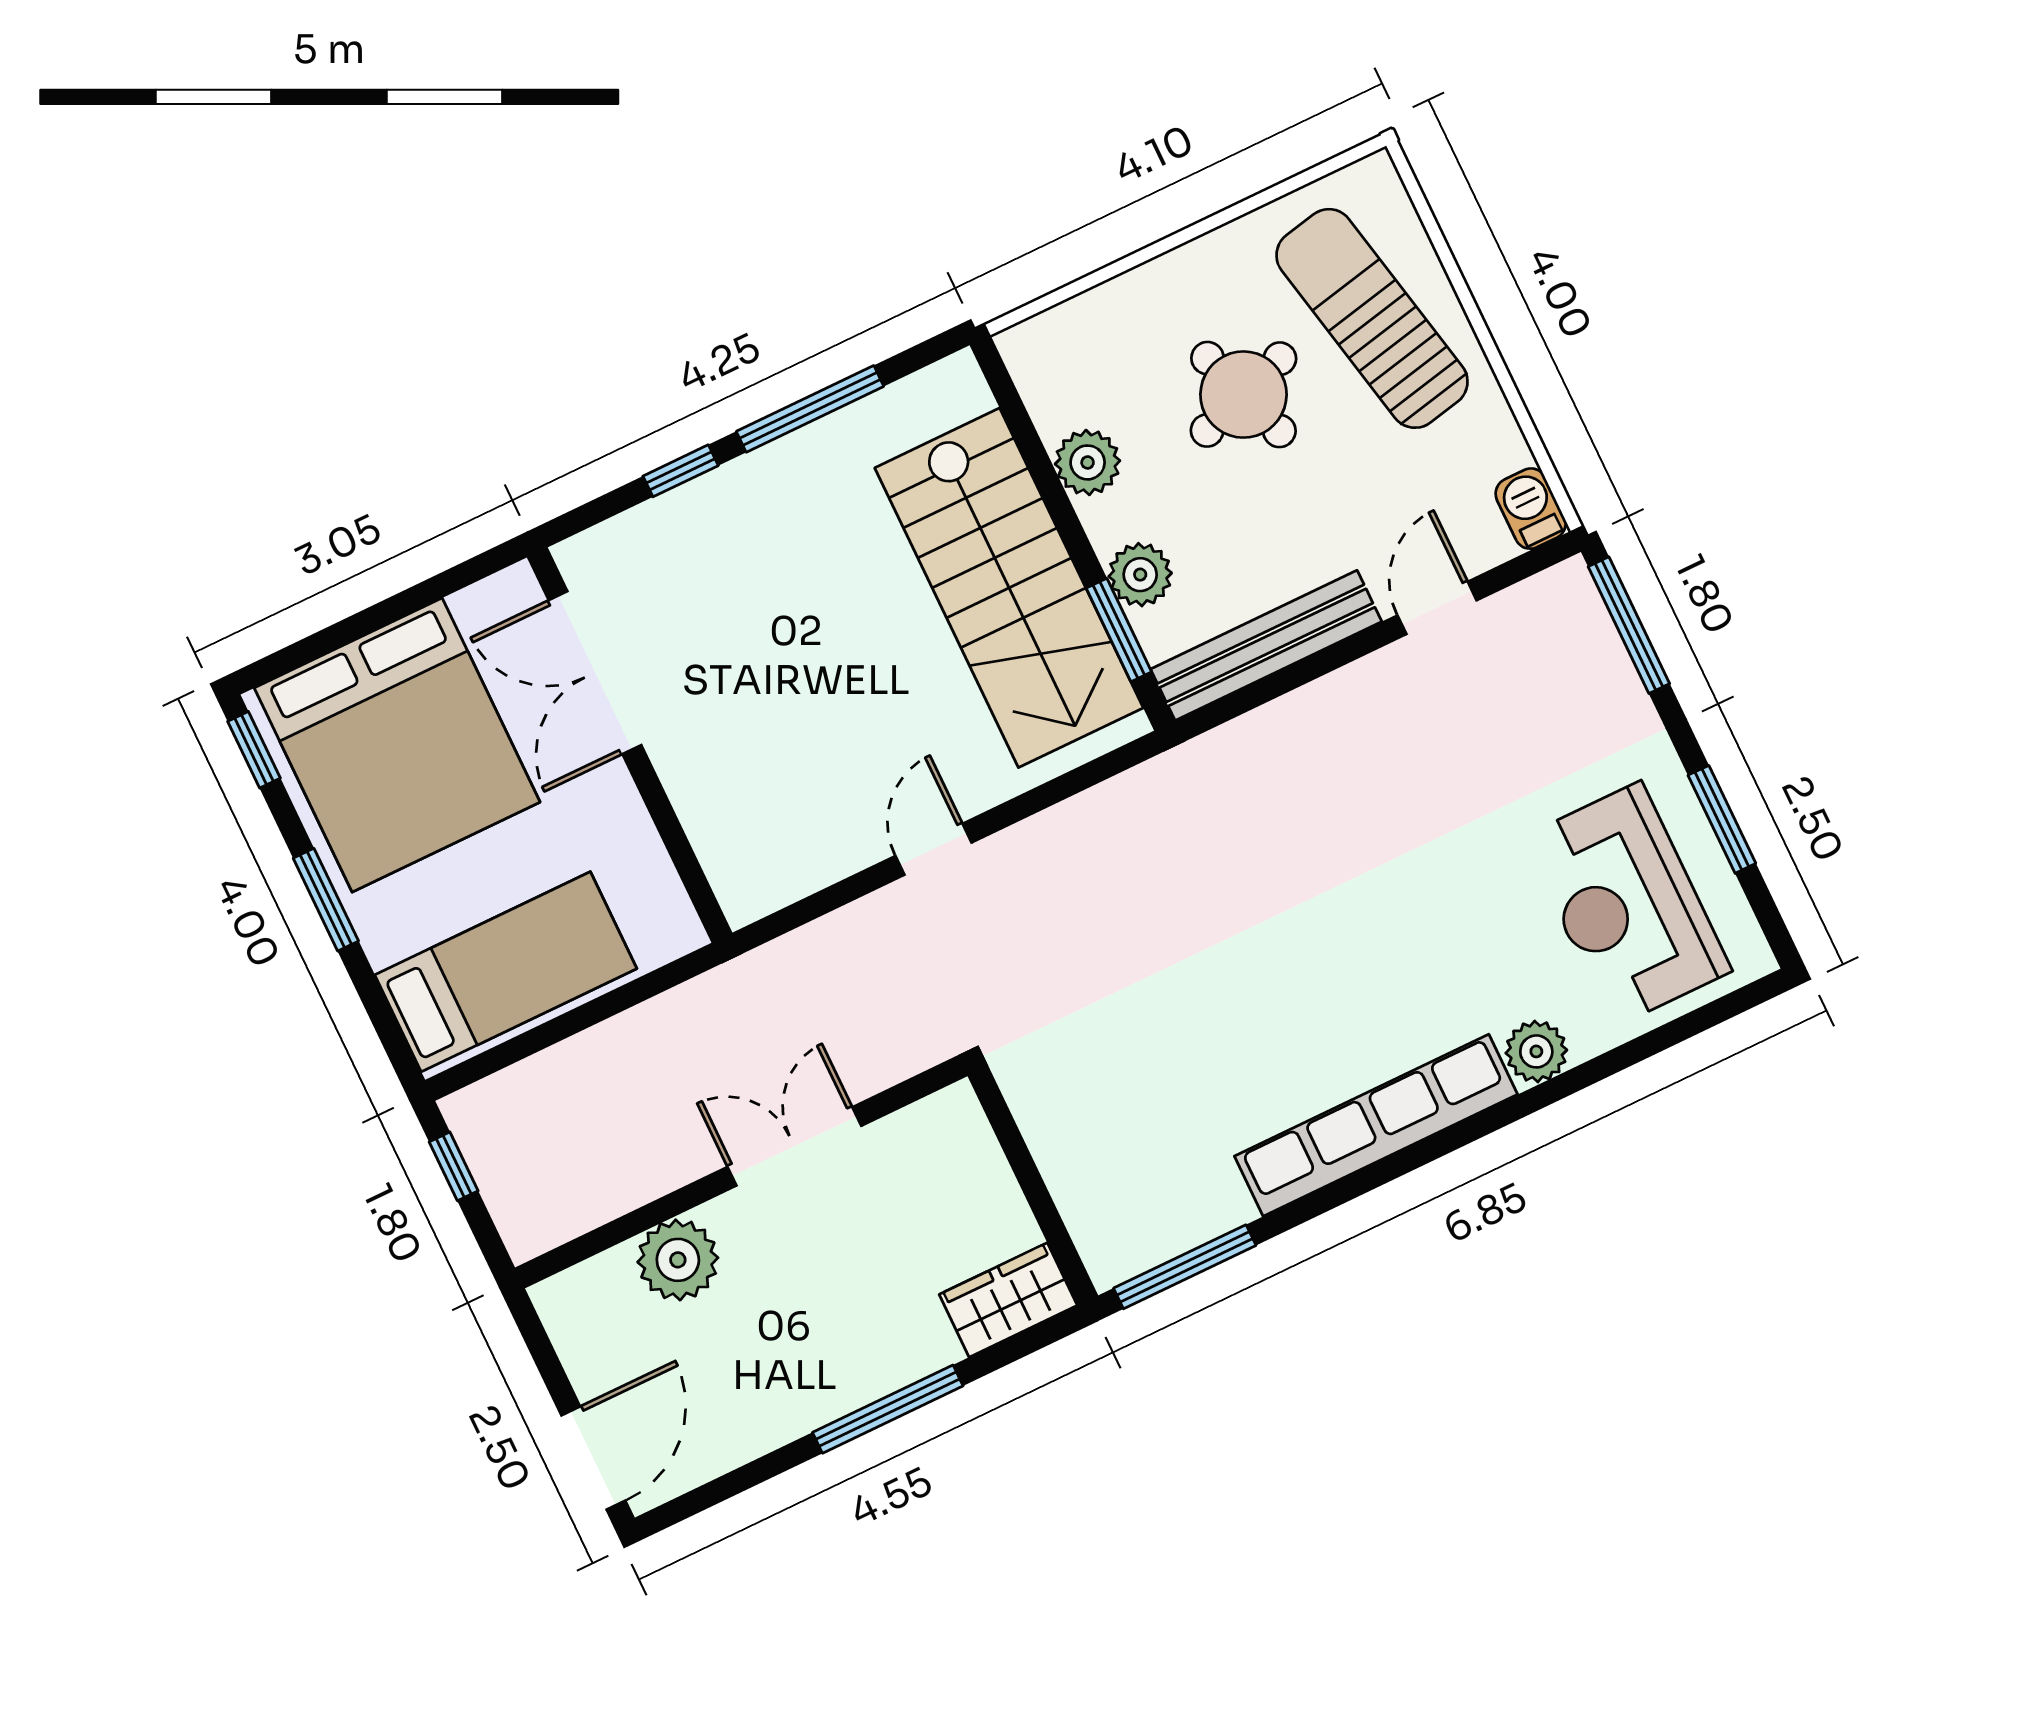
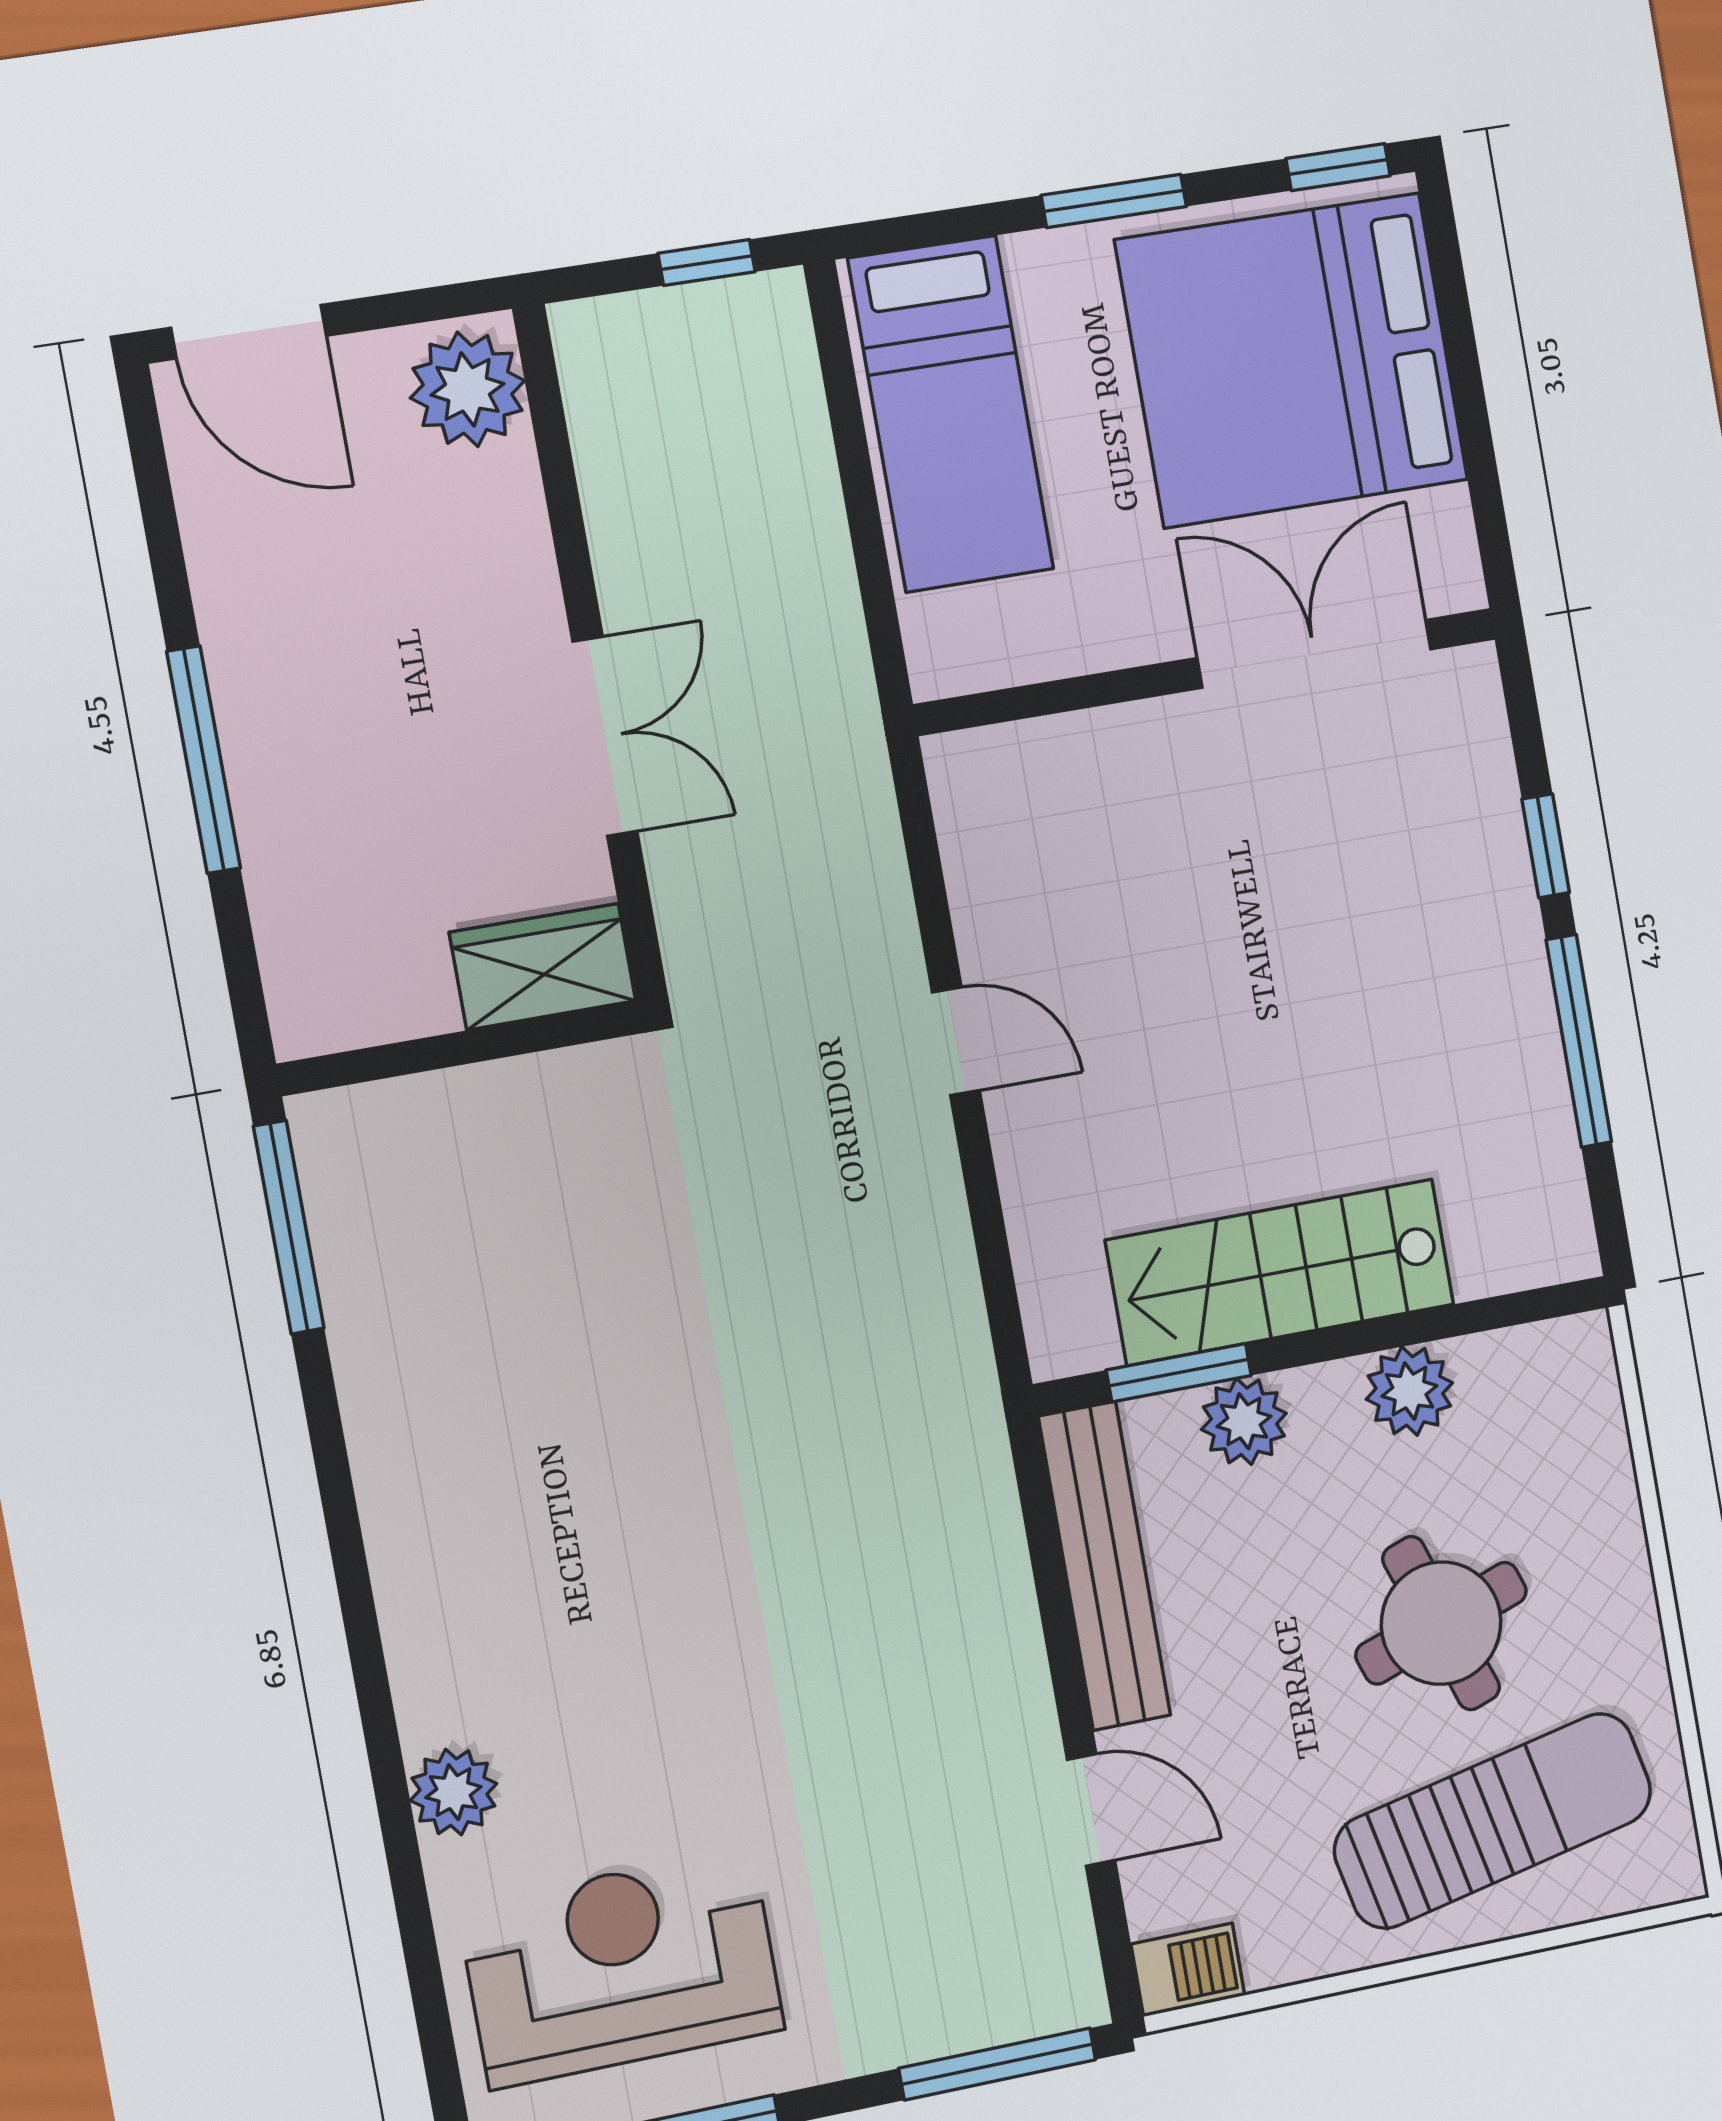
stairs: (1009, 588) -> (1280, 1272), width x0.73, depth x0.66
row of seats: (1376, 1125) -> (413, 1544), removed
plant: (678, 1260) -> (468, 389), moved
wardrobe: (1008, 1300) -> (543, 967), moved, turned -90

